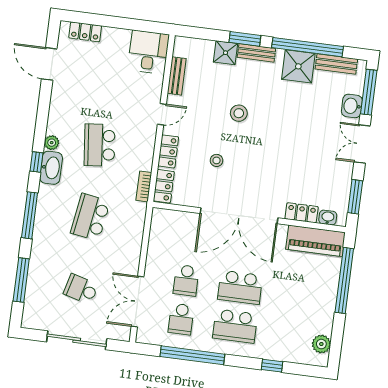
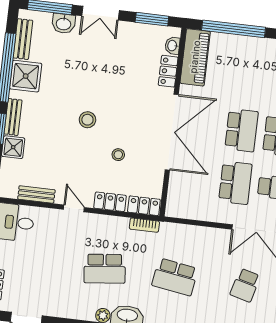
stool: (239, 113) -> (87, 120), moved
school desk: (186, 280) -> (235, 183), width x1.85

